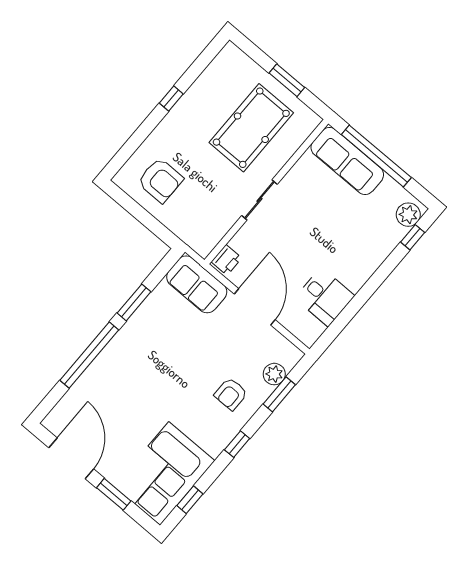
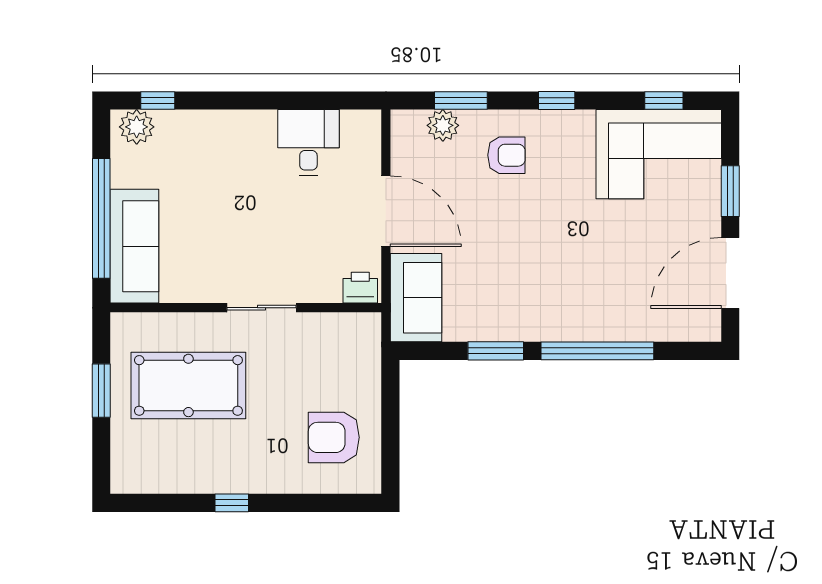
armchair: (160, 180) -> (334, 437), turned -90
door: (255, 307) -> (386, 211), swing flipped

